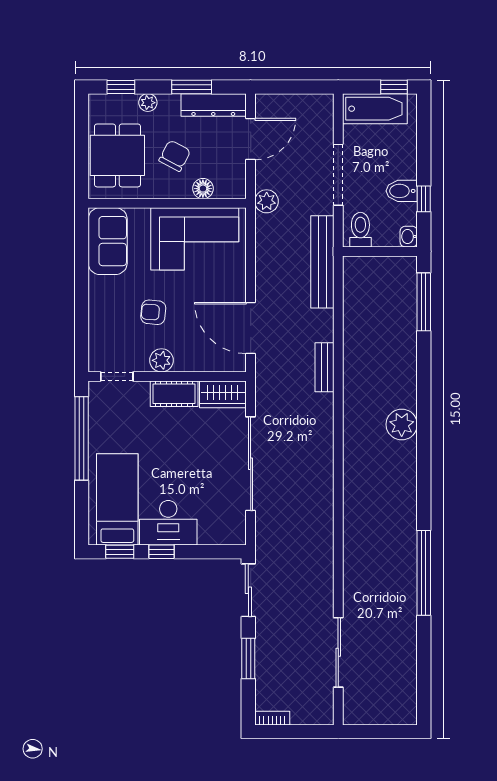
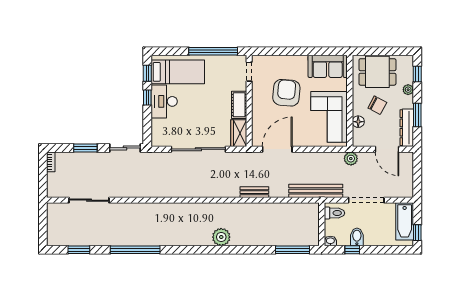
armchair: (153, 312) -> (286, 93), width x1.88, depth x1.88
plant: (161, 360) -> (258, 98), removed
window: (424, 670) -> (79, 250), added

